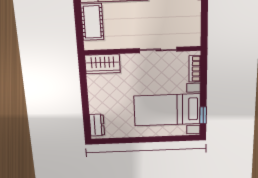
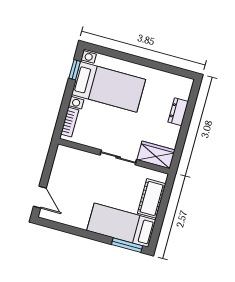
sliding door: (158, 50) -> (118, 157), moved
dresser: (97, 125) -> (178, 112), moved

